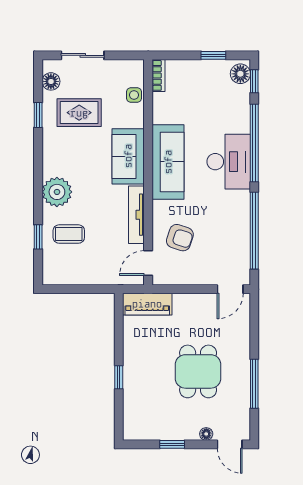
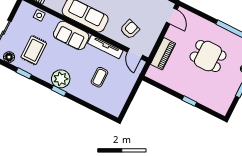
plant: (57, 192) -> (61, 79), moved
coffee table: (69, 234) -> (99, 77), moved
window: (38, 237) -> (59, 91), moved
piano: (147, 304) -> (163, 54), moved

